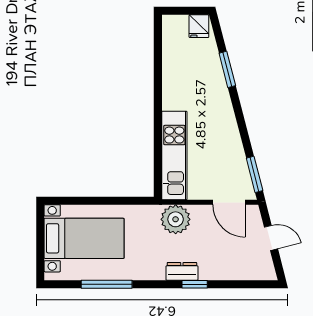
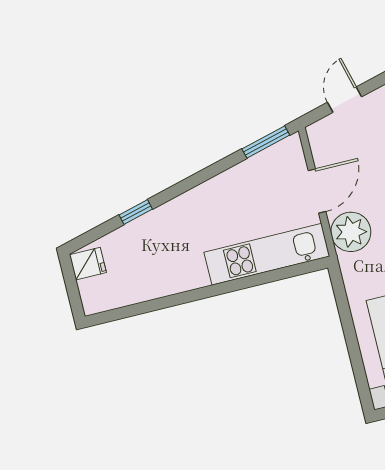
window: (227, 69) -> (136, 212), width x0.67
door: (229, 202) -> (317, 191), moved

